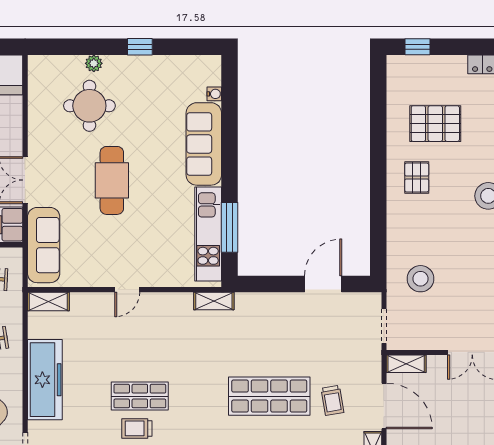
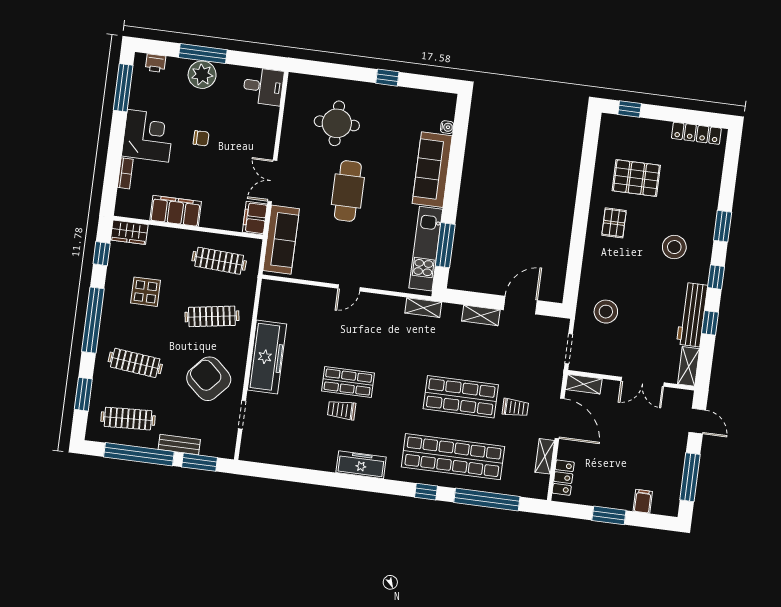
plant: (94, 63) -> (345, 87), removed
shelving: (48, 301) -> (481, 315), moved
trolley: (332, 400) -> (515, 408), turned -80

